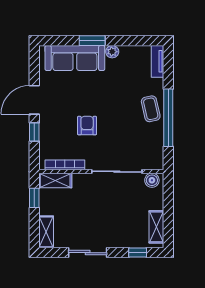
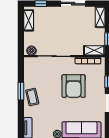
window: (168, 118) -> (21, 91), width x0.47
armchair: (87, 126) -> (74, 86), width x1.88, depth x1.88

